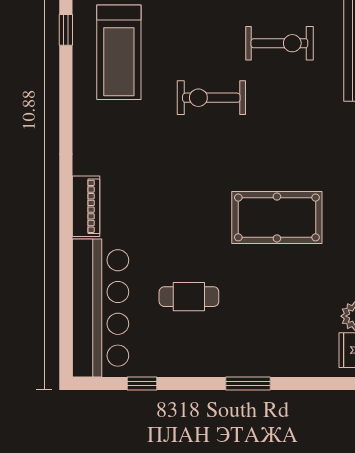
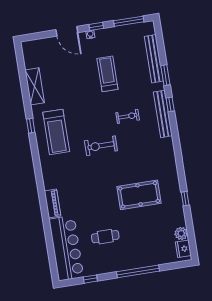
exercise bike: (279, 43) -> (128, 116), width x0.73, depth x0.72
window: (248, 383) -> (138, 271), width x2.11

